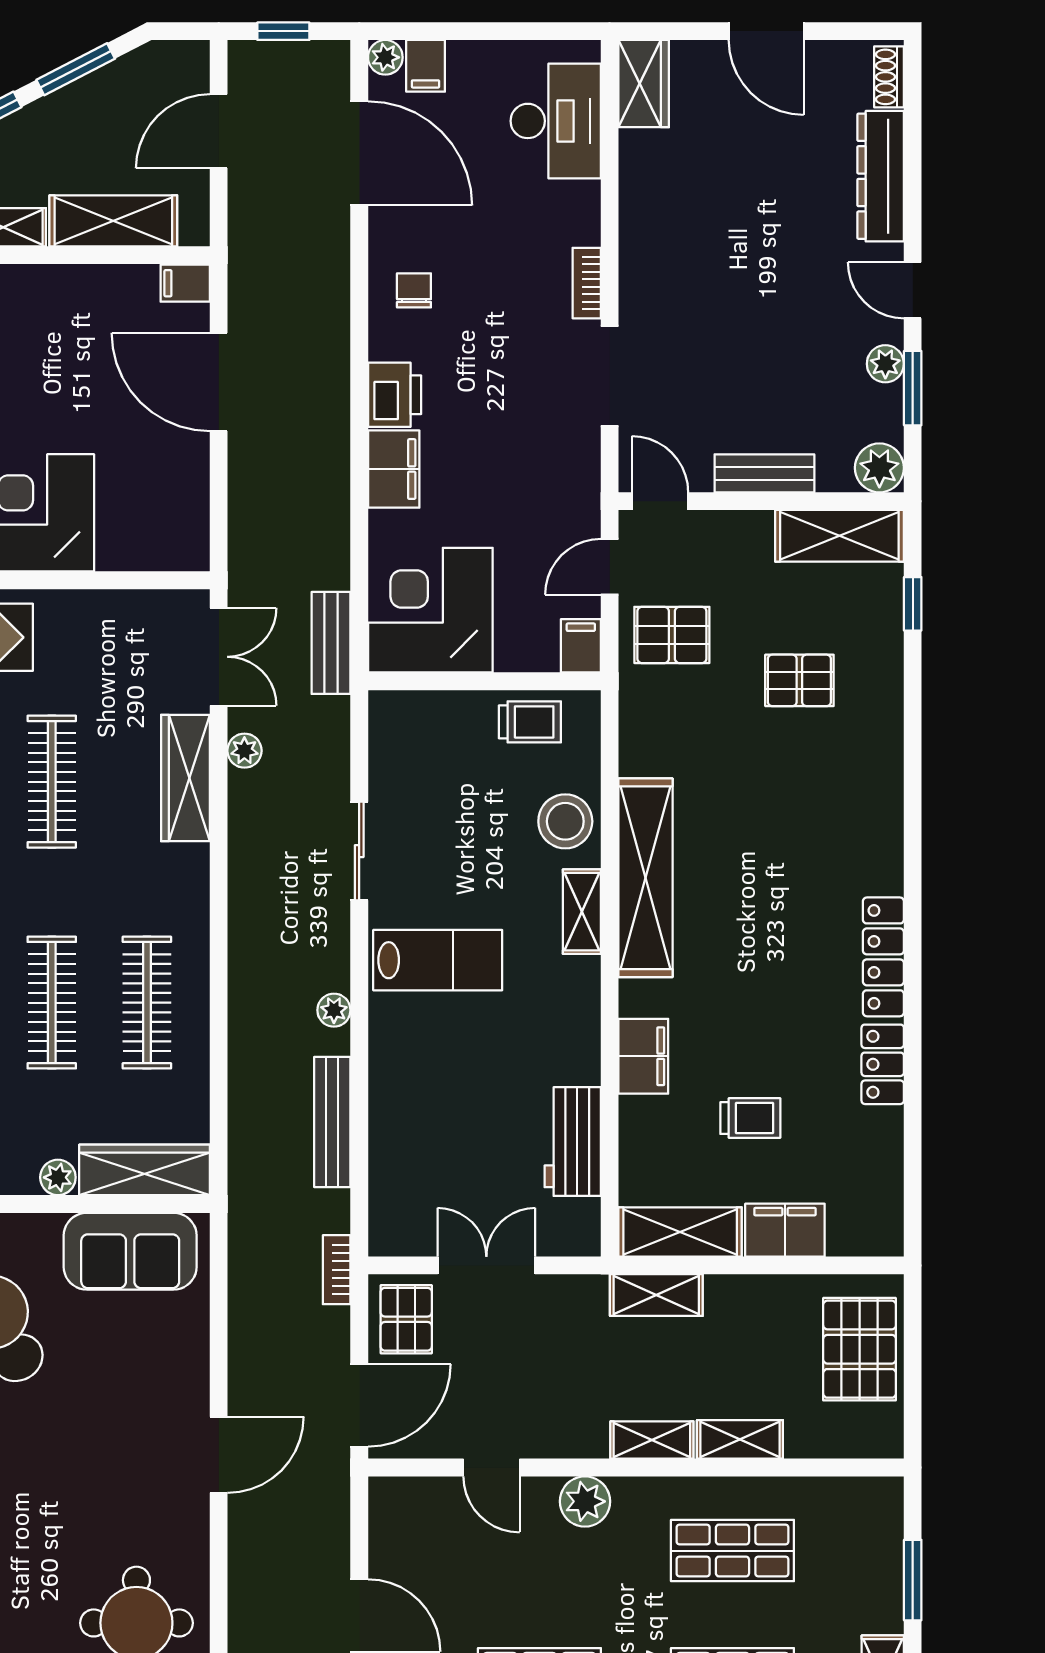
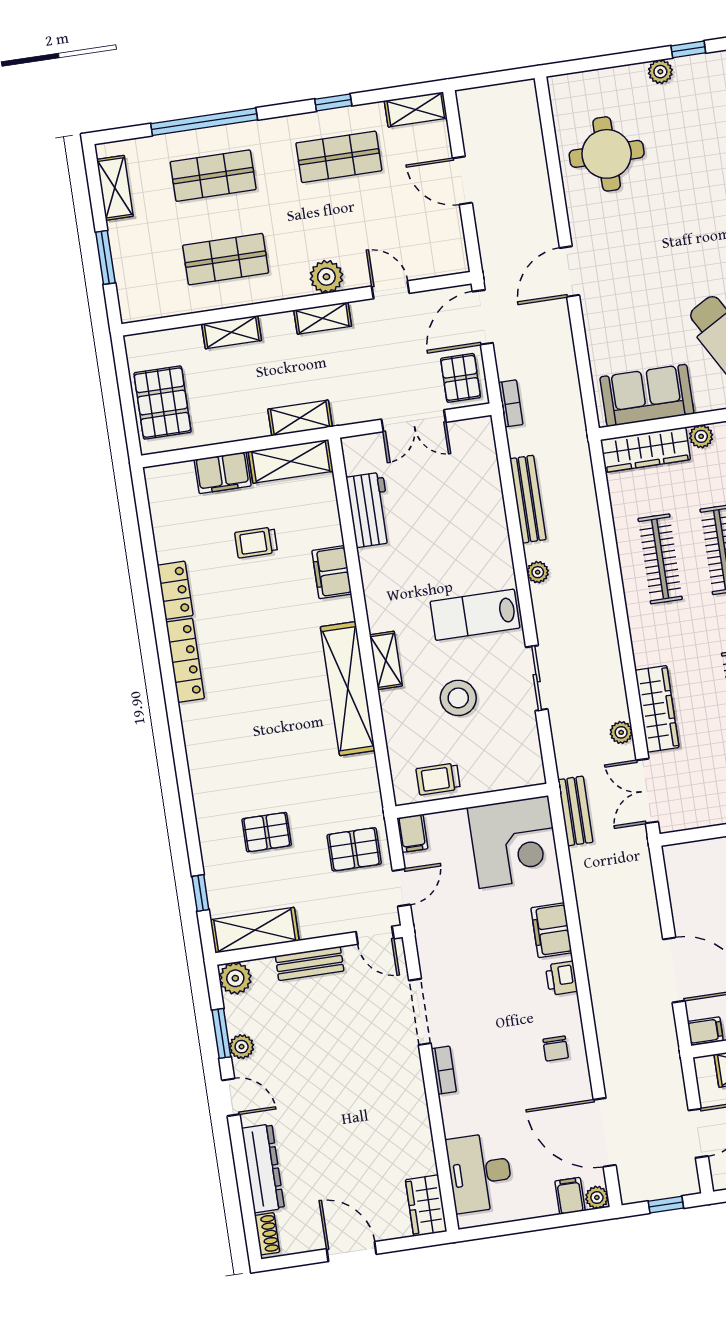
printer: (395, 395) -> (561, 978), width x0.73, depth x0.81
stool: (565, 821) -> (458, 698), moved
shelving: (652, 1440) -> (323, 318), moved

